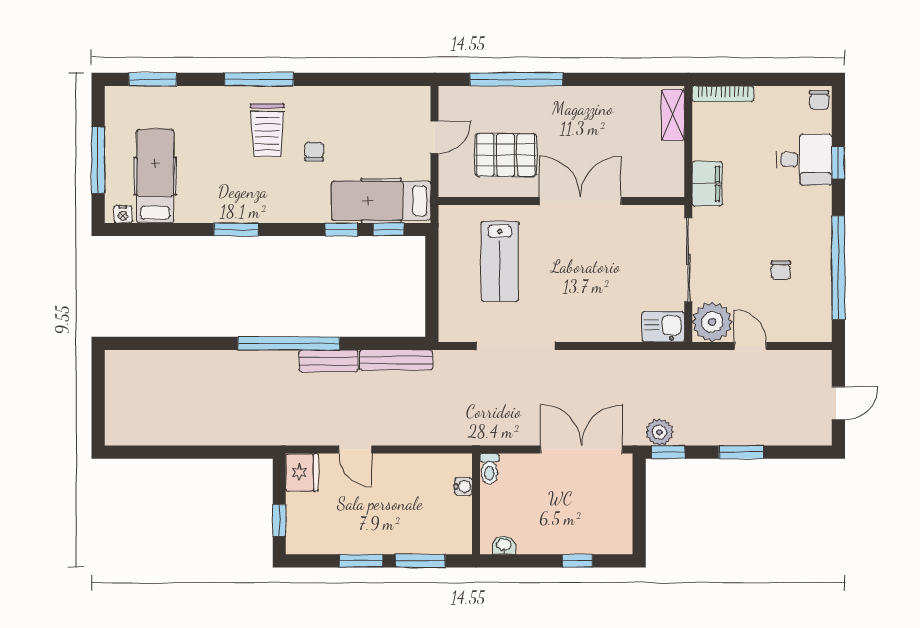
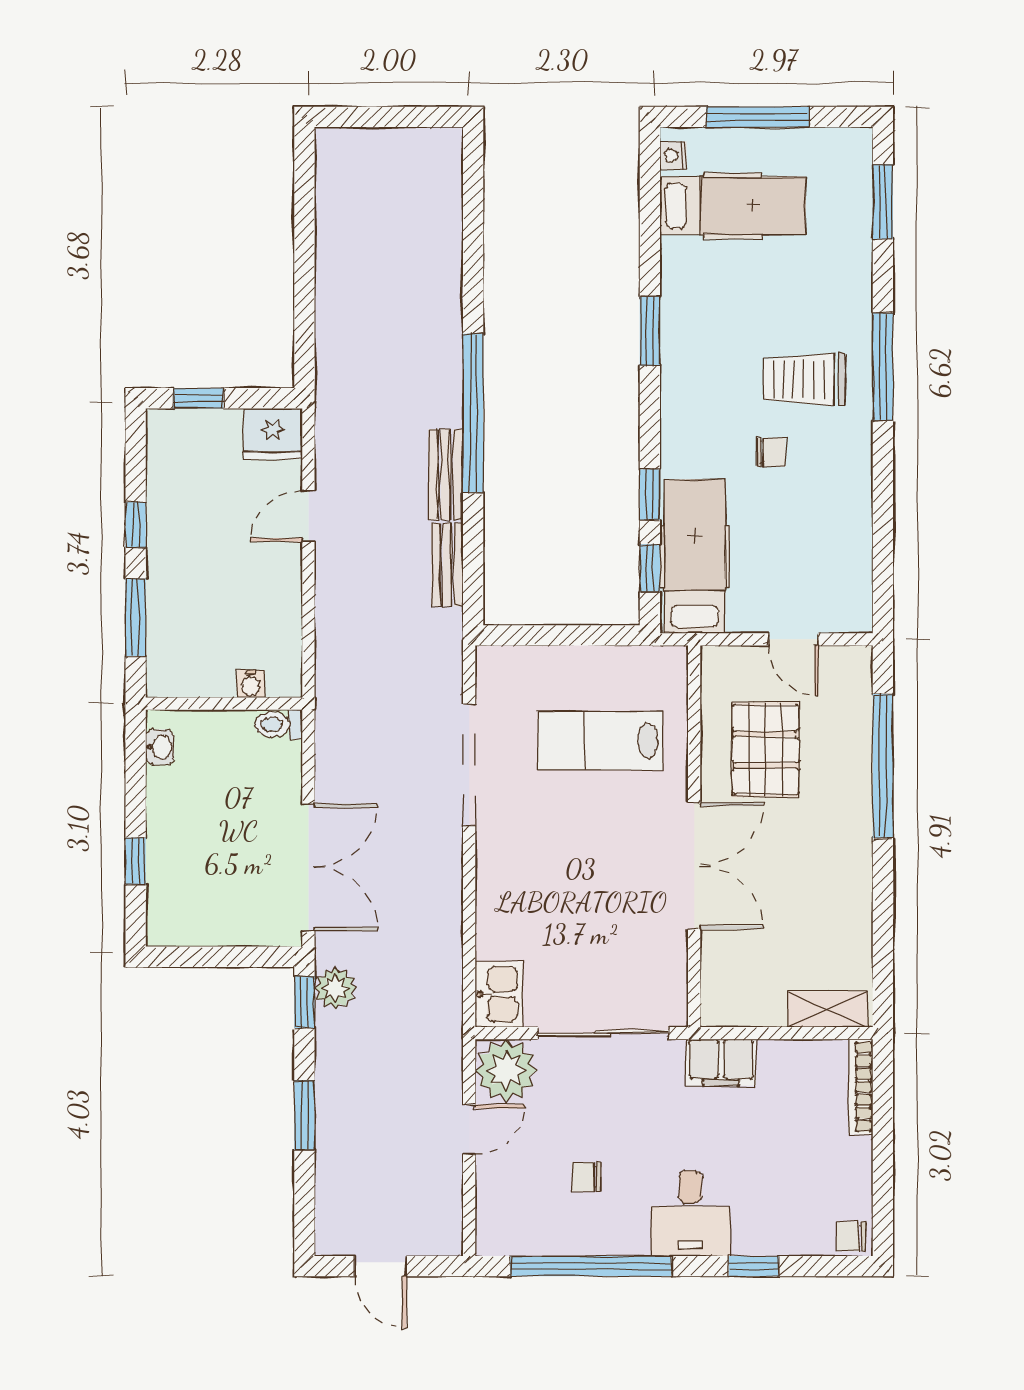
desk: (804, 160) -> (690, 1213), moved
bench: (396, 360) -> (447, 565), width x0.73
window: (361, 561) -> (136, 525), width x0.67

